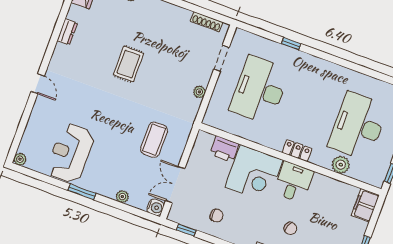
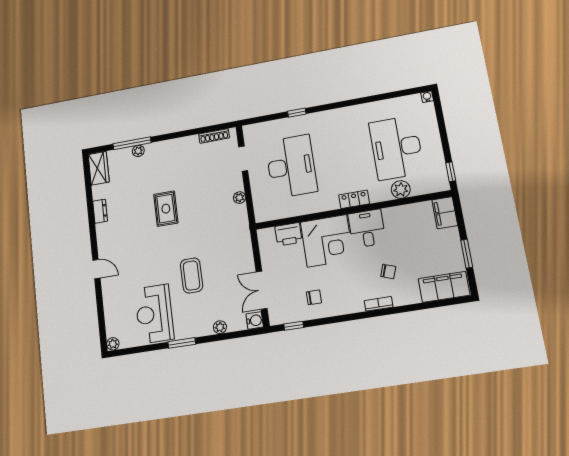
desk: (260, 90) -> (291, 166), turned 180
coffee table: (154, 140) -> (192, 276), moved

